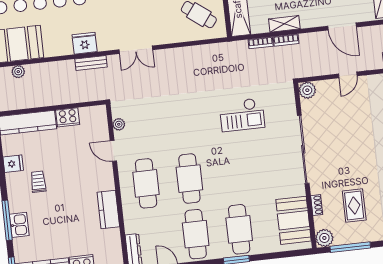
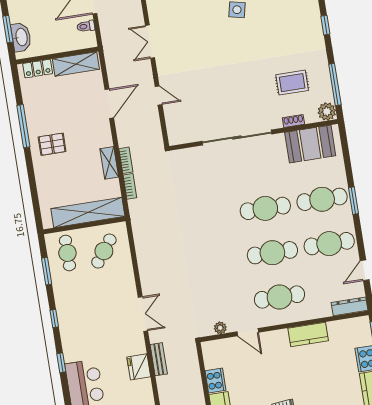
plant: (307, 90) -> (176, 136), removed
checkout: (242, 115) -> (204, 202), removed
door: (113, 151) -> (248, 332), hinge flipped
cafe table: (233, 174) -> (265, 208), added

